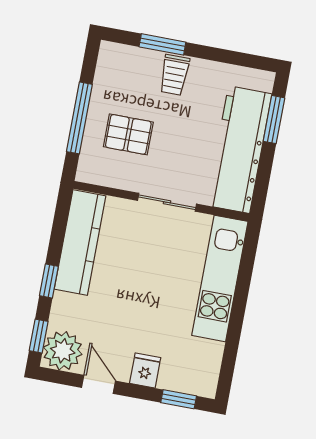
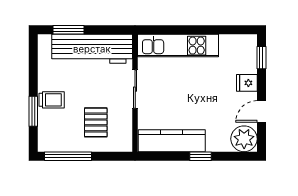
window: (79, 118) -> (68, 156), moved
window: (39, 336) -> (237, 156), removed

